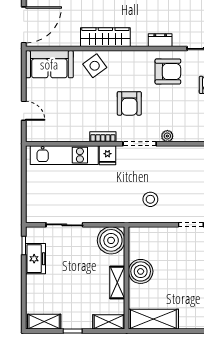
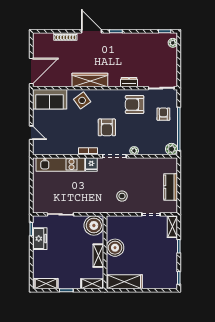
armchair: (168, 71) -> (135, 105), turned 180

